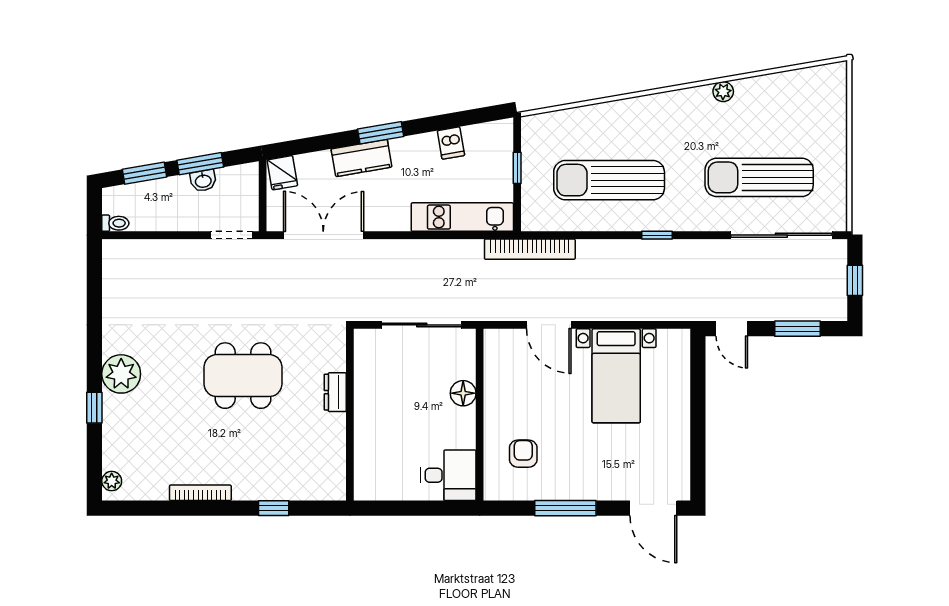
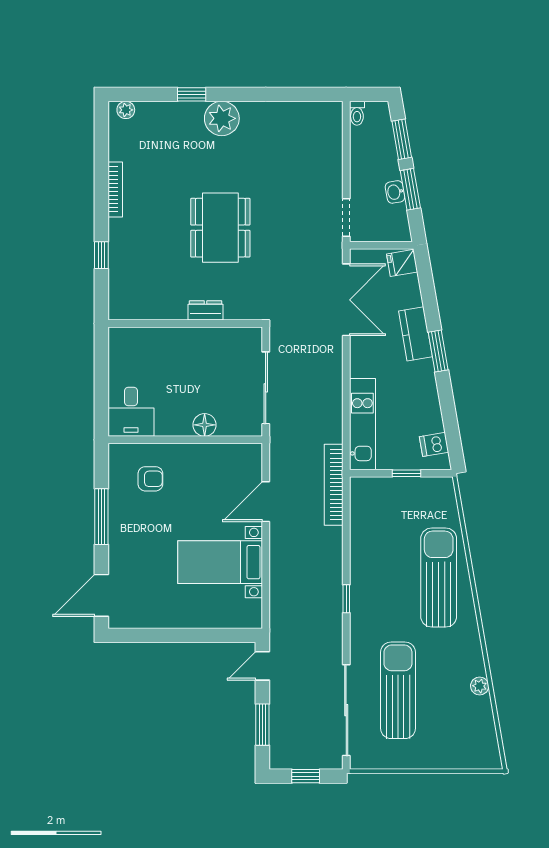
plant: (723, 92) -> (480, 686), moved
dishwasher: (451, 143) -> (434, 444), moved
sun lounger: (609, 180) -> (439, 578), moved

